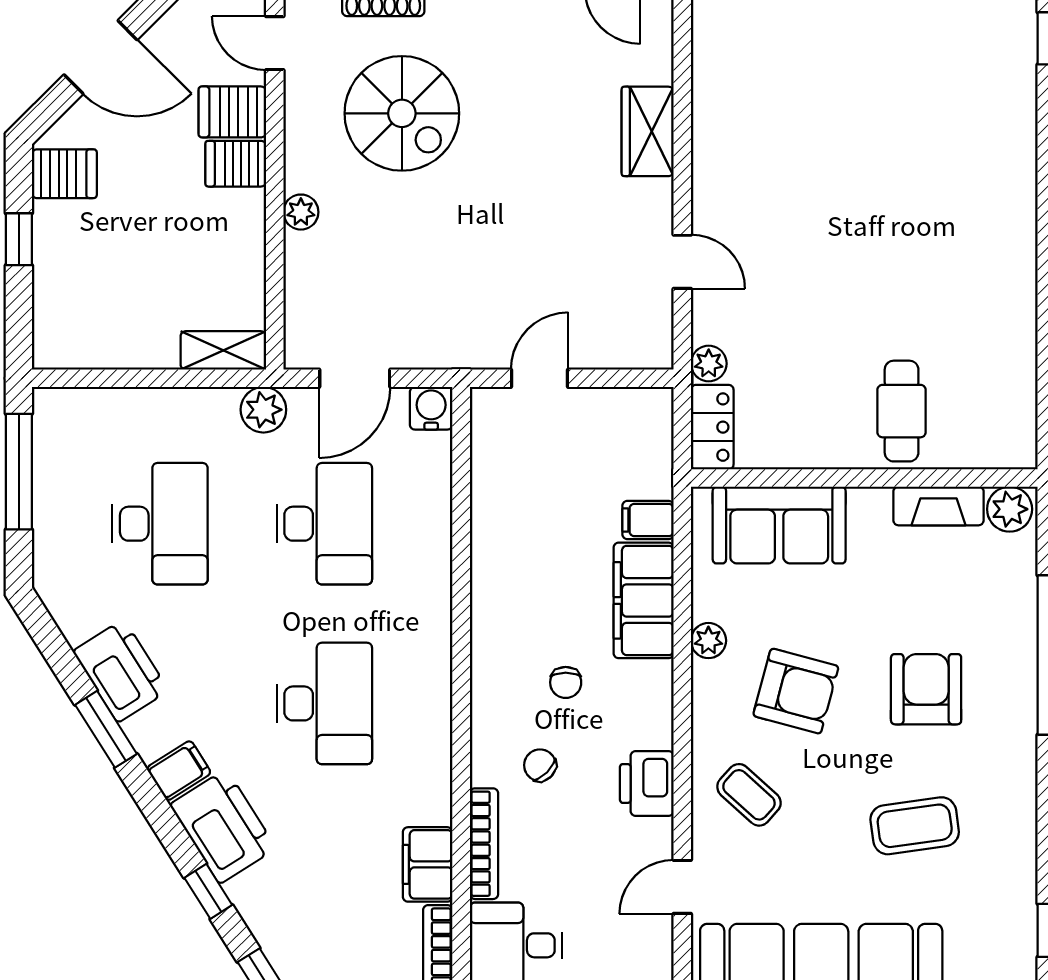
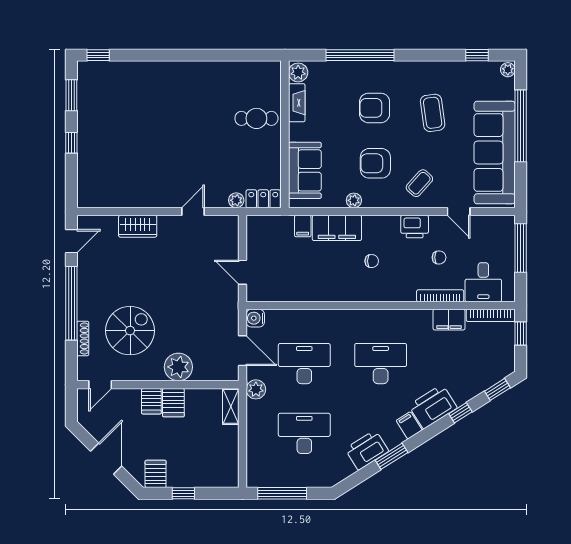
server rack: (232, 112) -> (173, 403), moved
plant: (301, 212) -> (178, 367), width x1.88, depth x1.88
armchair: (796, 691) -> (375, 163), turned -105
chair: (540, 765) -> (439, 257), moved, turned -135

